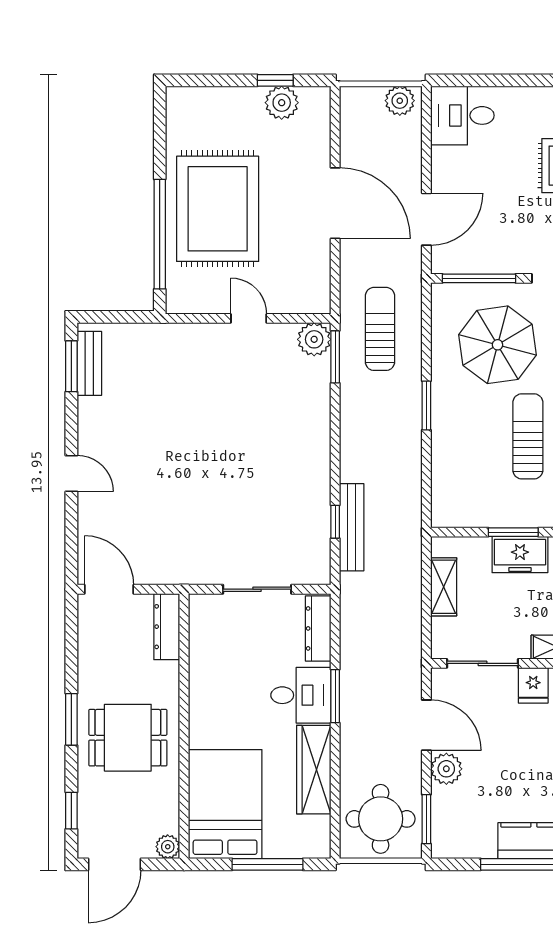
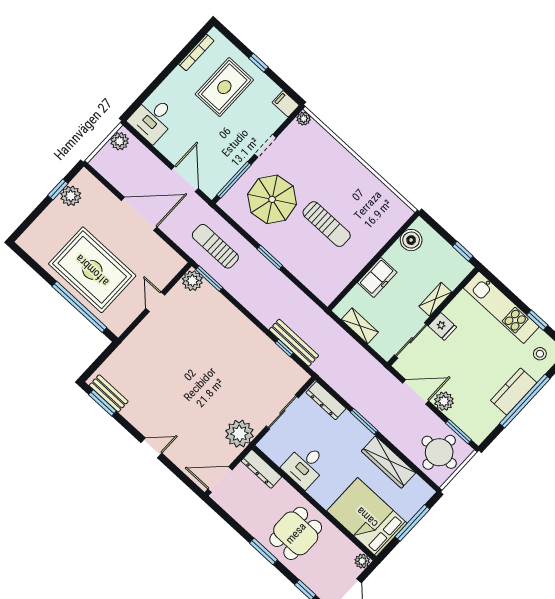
door: (249, 318) -> (155, 302), hinge flipped
sun lounger: (528, 436) -> (327, 224), turned 180
window: (513, 532) -> (364, 271), removed
plant: (185, 562) -> (239, 434), added
desk: (301, 695) -> (305, 466), moved, turned 180

